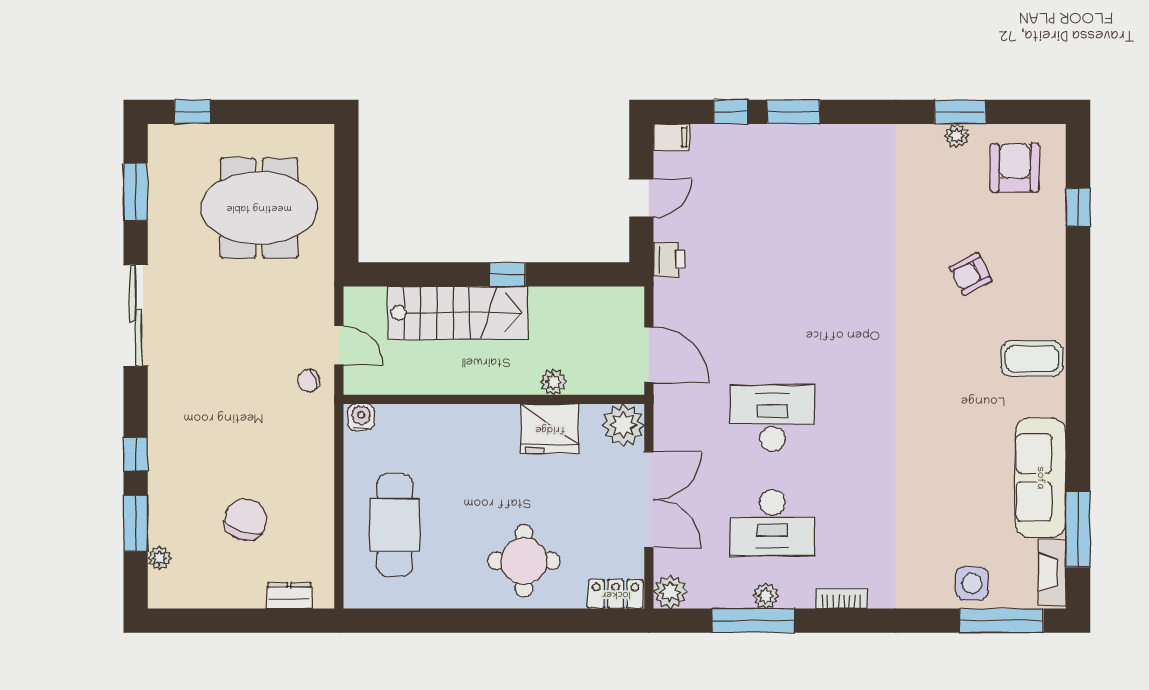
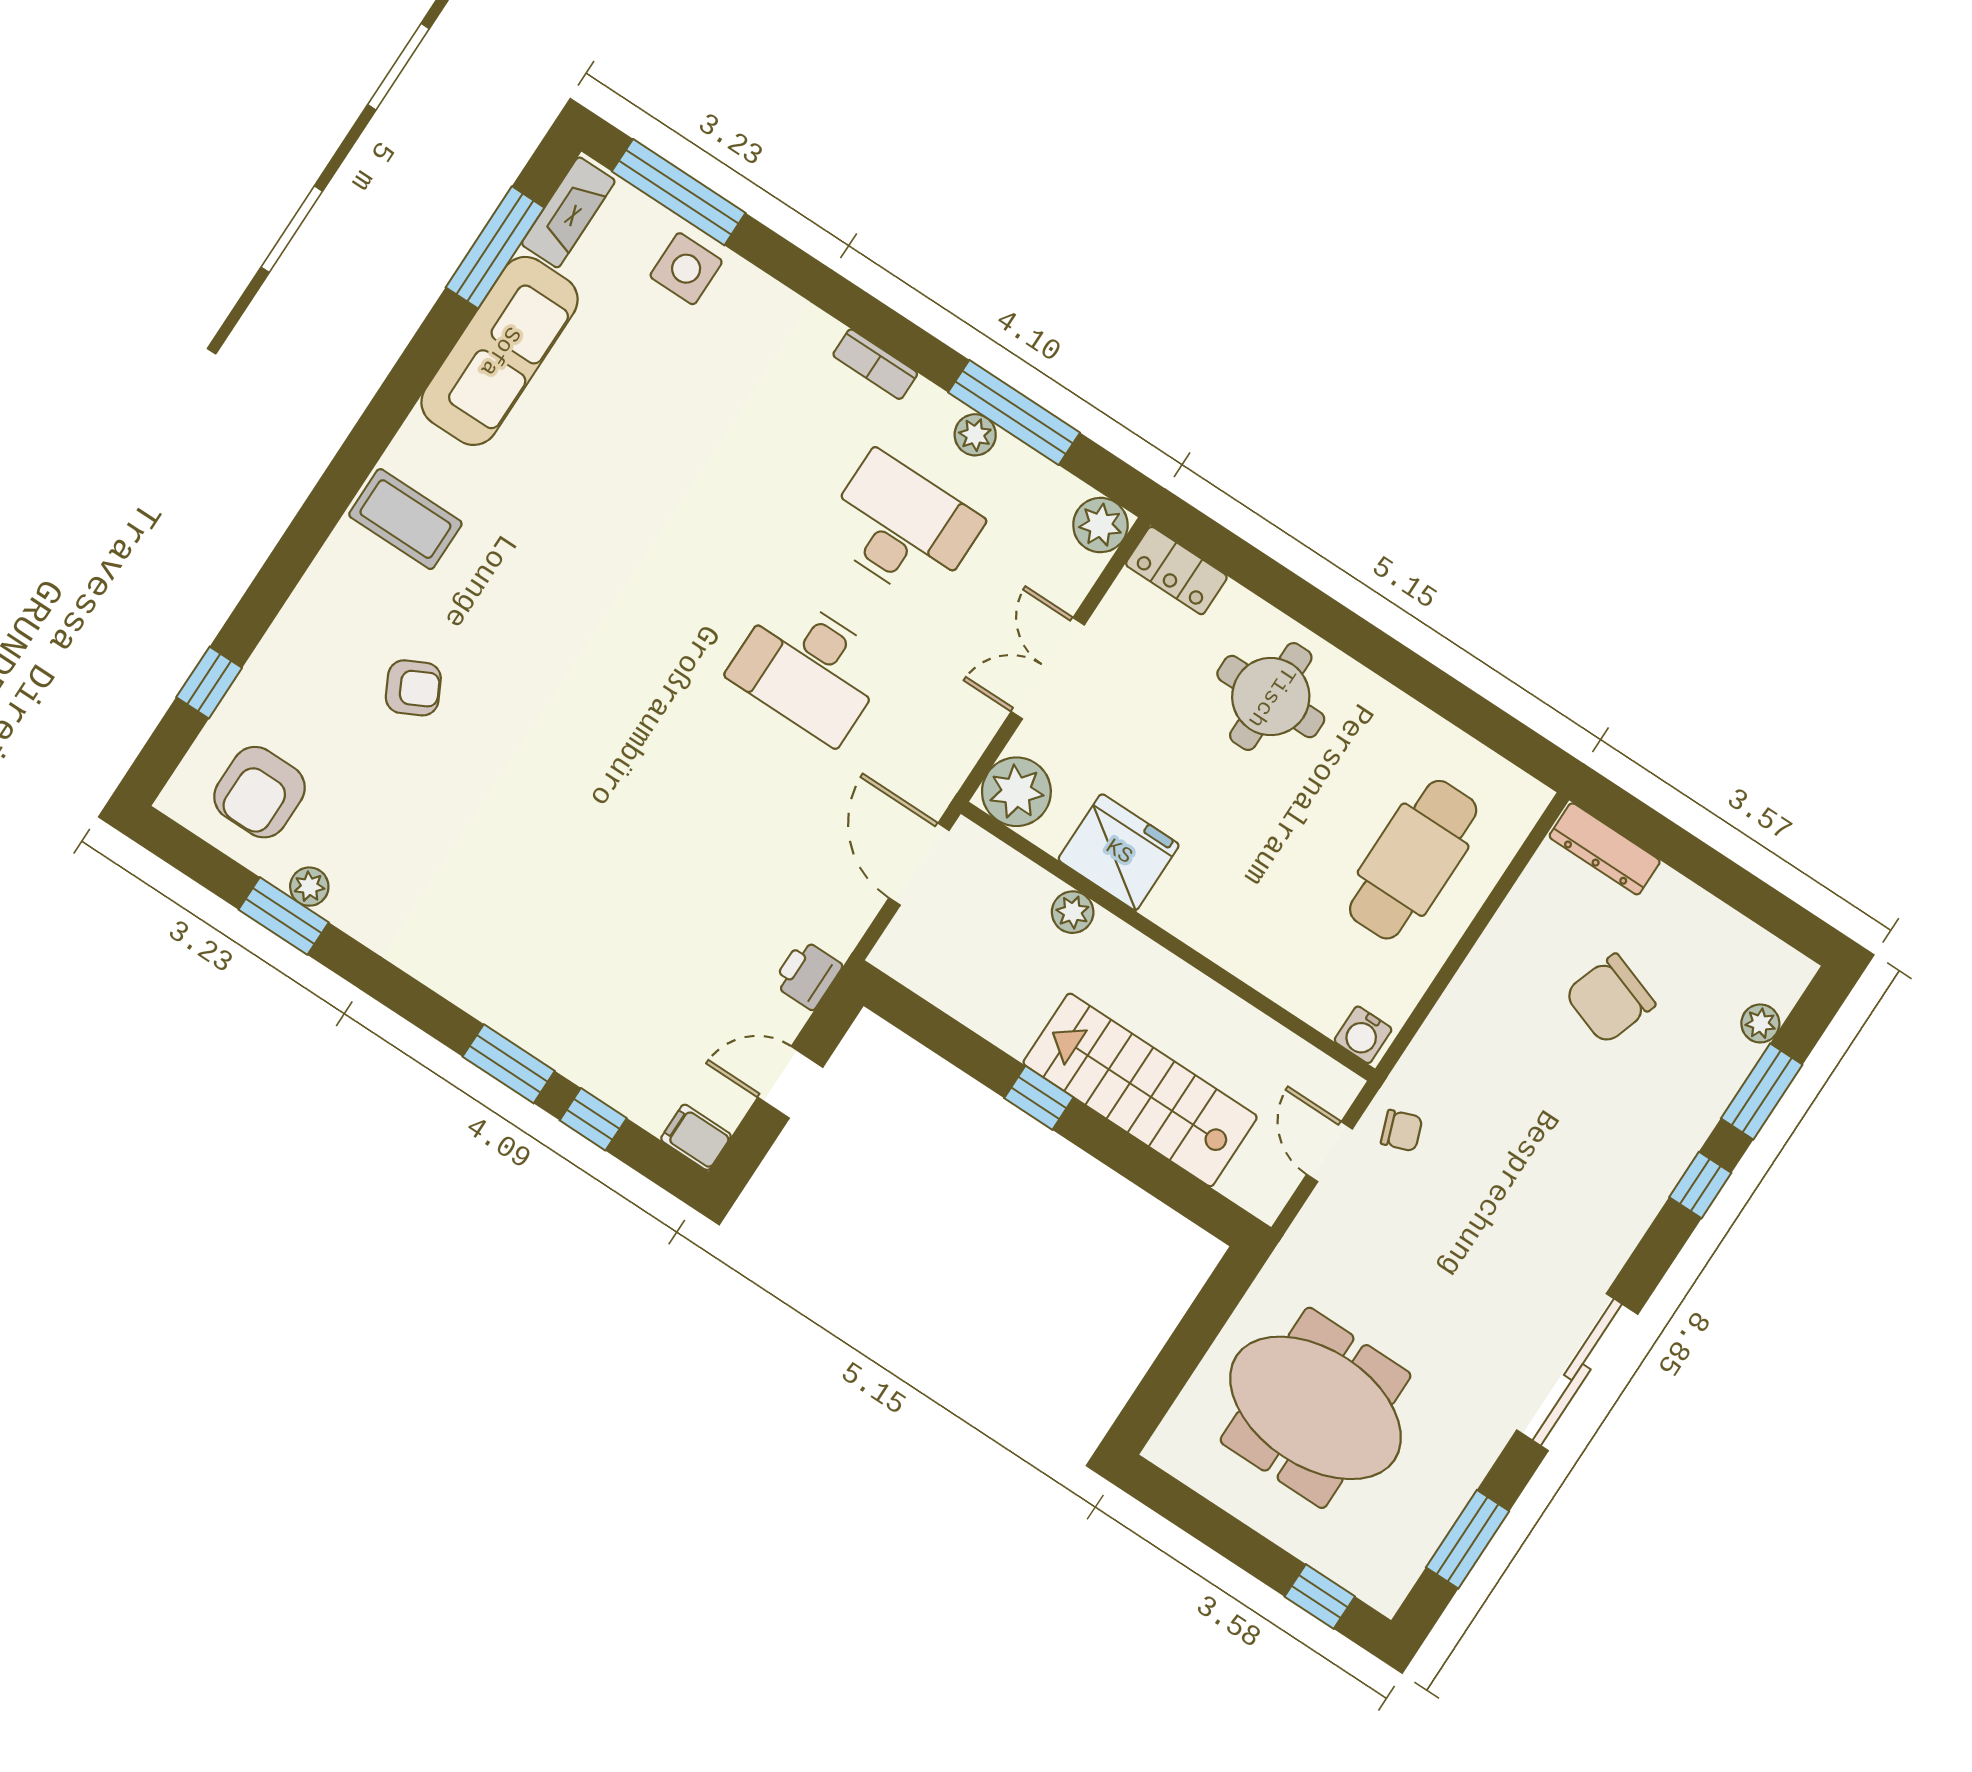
double door: (649, 500) -> (1048, 668), width x0.73
dresser: (289, 596) -> (1605, 849), width x1.44

